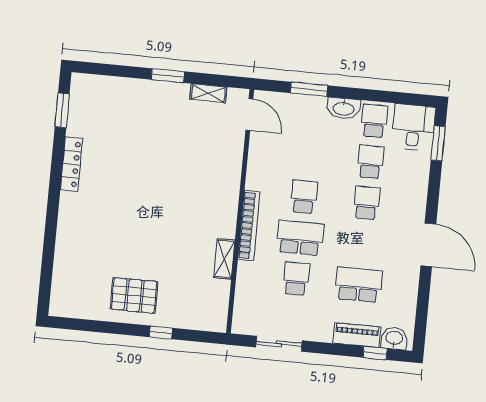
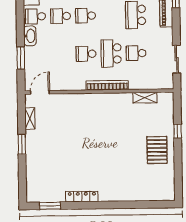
shelving: (224, 259) -> (145, 98), moved

